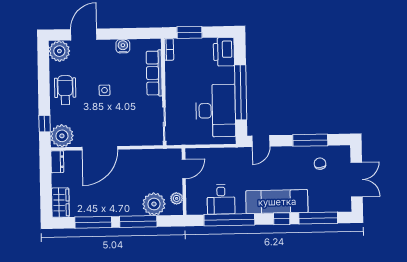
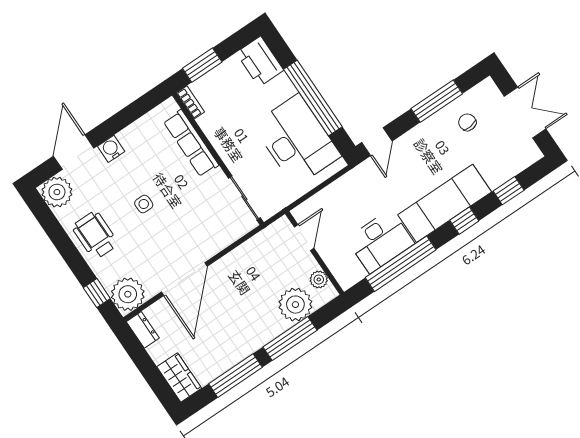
water cooler: (123, 46) -> (111, 149), moved
desk: (221, 199) -> (380, 241), width x1.37
window: (318, 218) -> (509, 191), width x0.46

